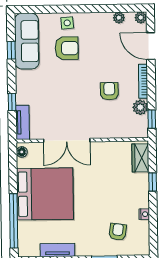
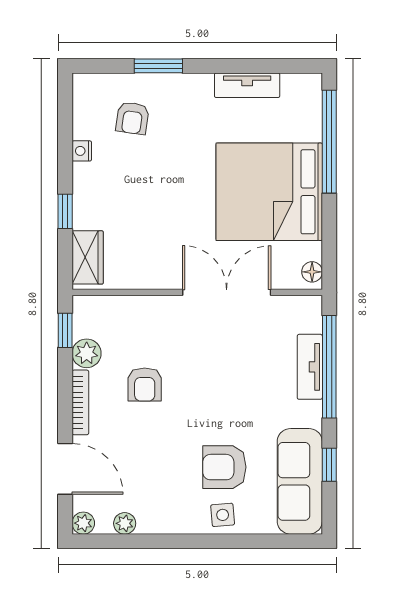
window: (12, 102) -> (329, 367), width x3.17
tv unit: (23, 122) -> (310, 367), moved

